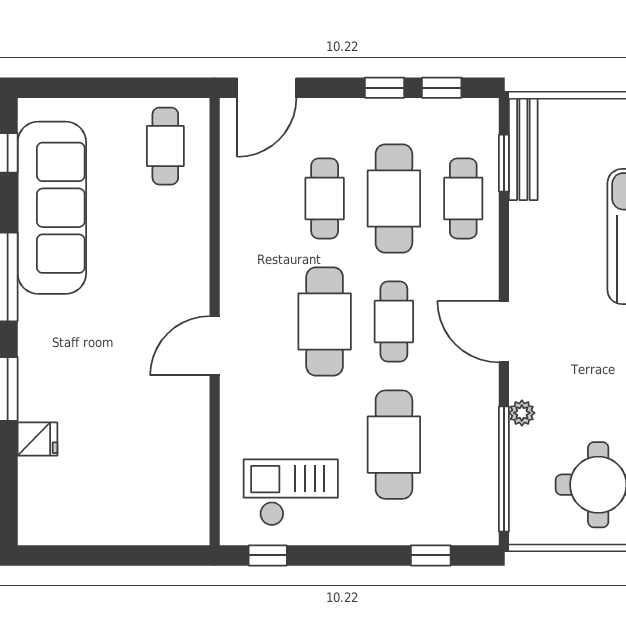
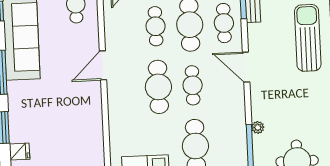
door: (504, 332) -> (246, 67), moved
door: (215, 346) -> (103, 65), moved

